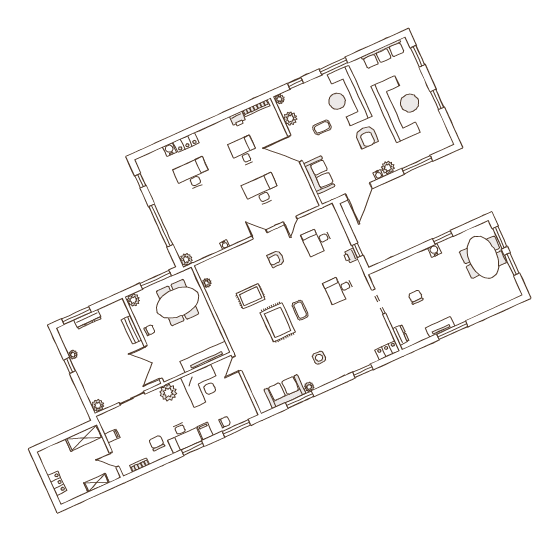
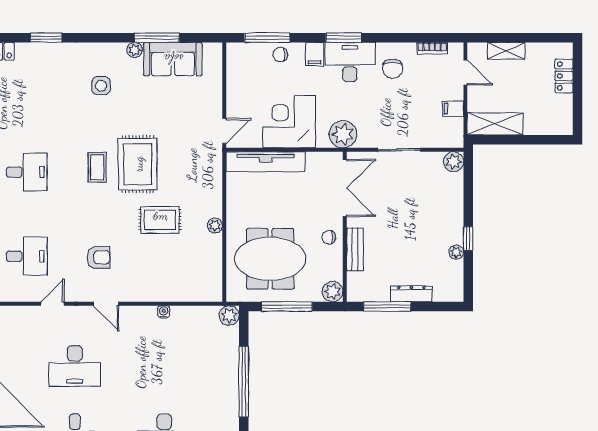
plant: (207, 283) -> (215, 225), moved
window: (76, 315) -> (387, 307), moved

